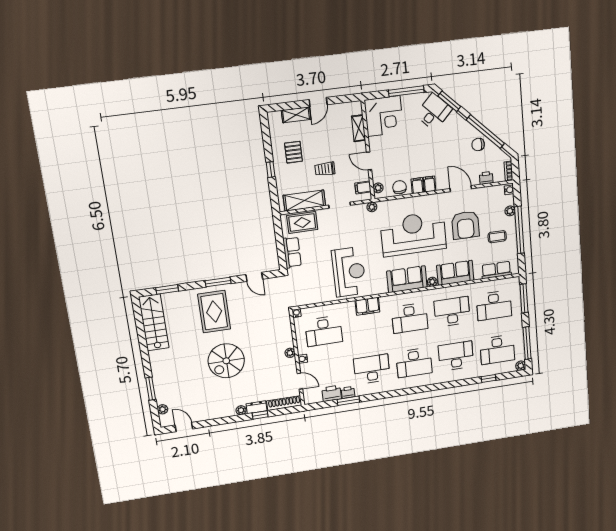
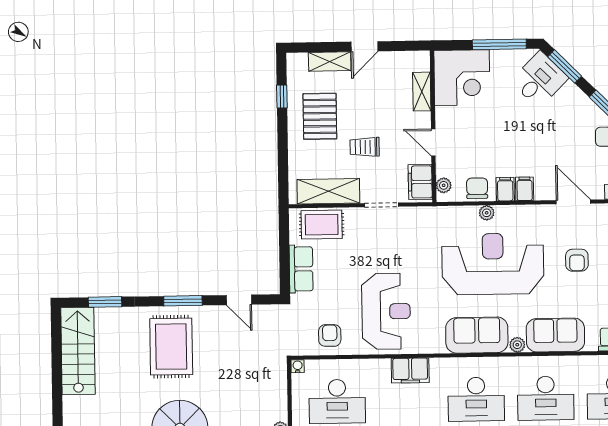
pallet: (293, 152) -> (320, 116), width x1.50, depth x1.42
window: (271, 170) -> (282, 97), moved
filing cabinet: (363, 187) -> (420, 182), width x2.00
plant: (372, 207) -> (487, 213), moved
armchair: (465, 225) -> (577, 260), width x0.53, depth x0.53
armchair: (315, 291) -> (330, 335), added
desk: (452, 312) -> (546, 398), turned 180

